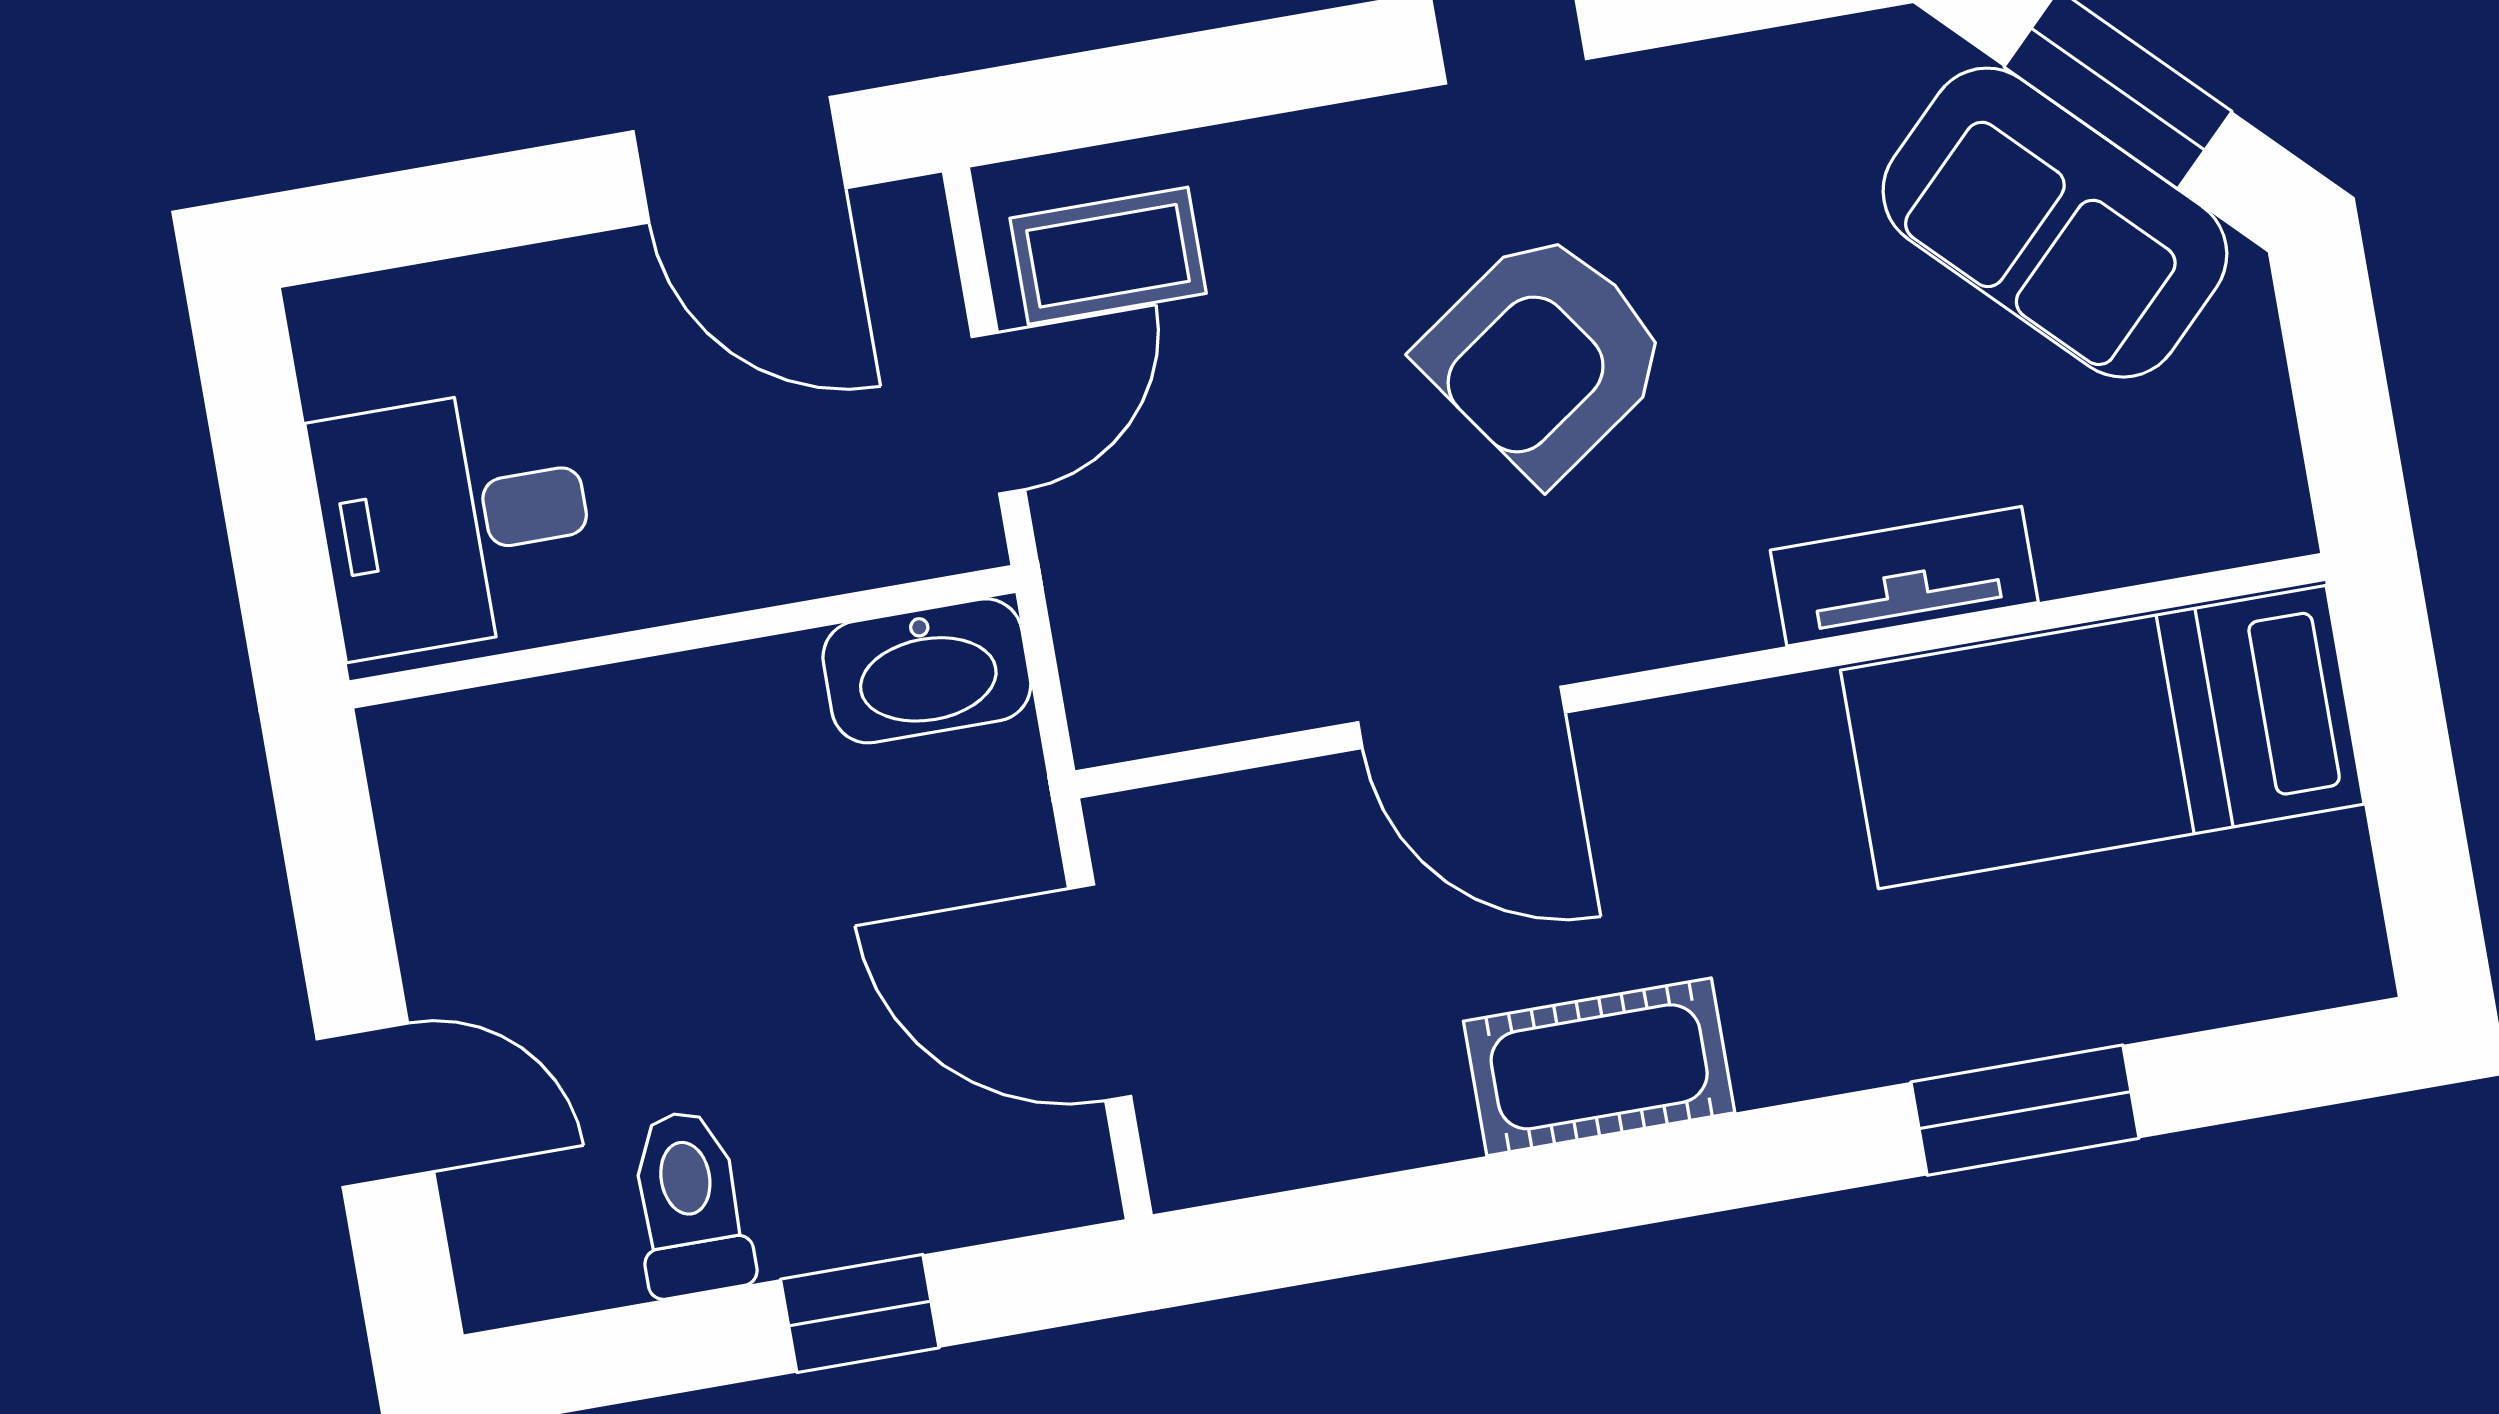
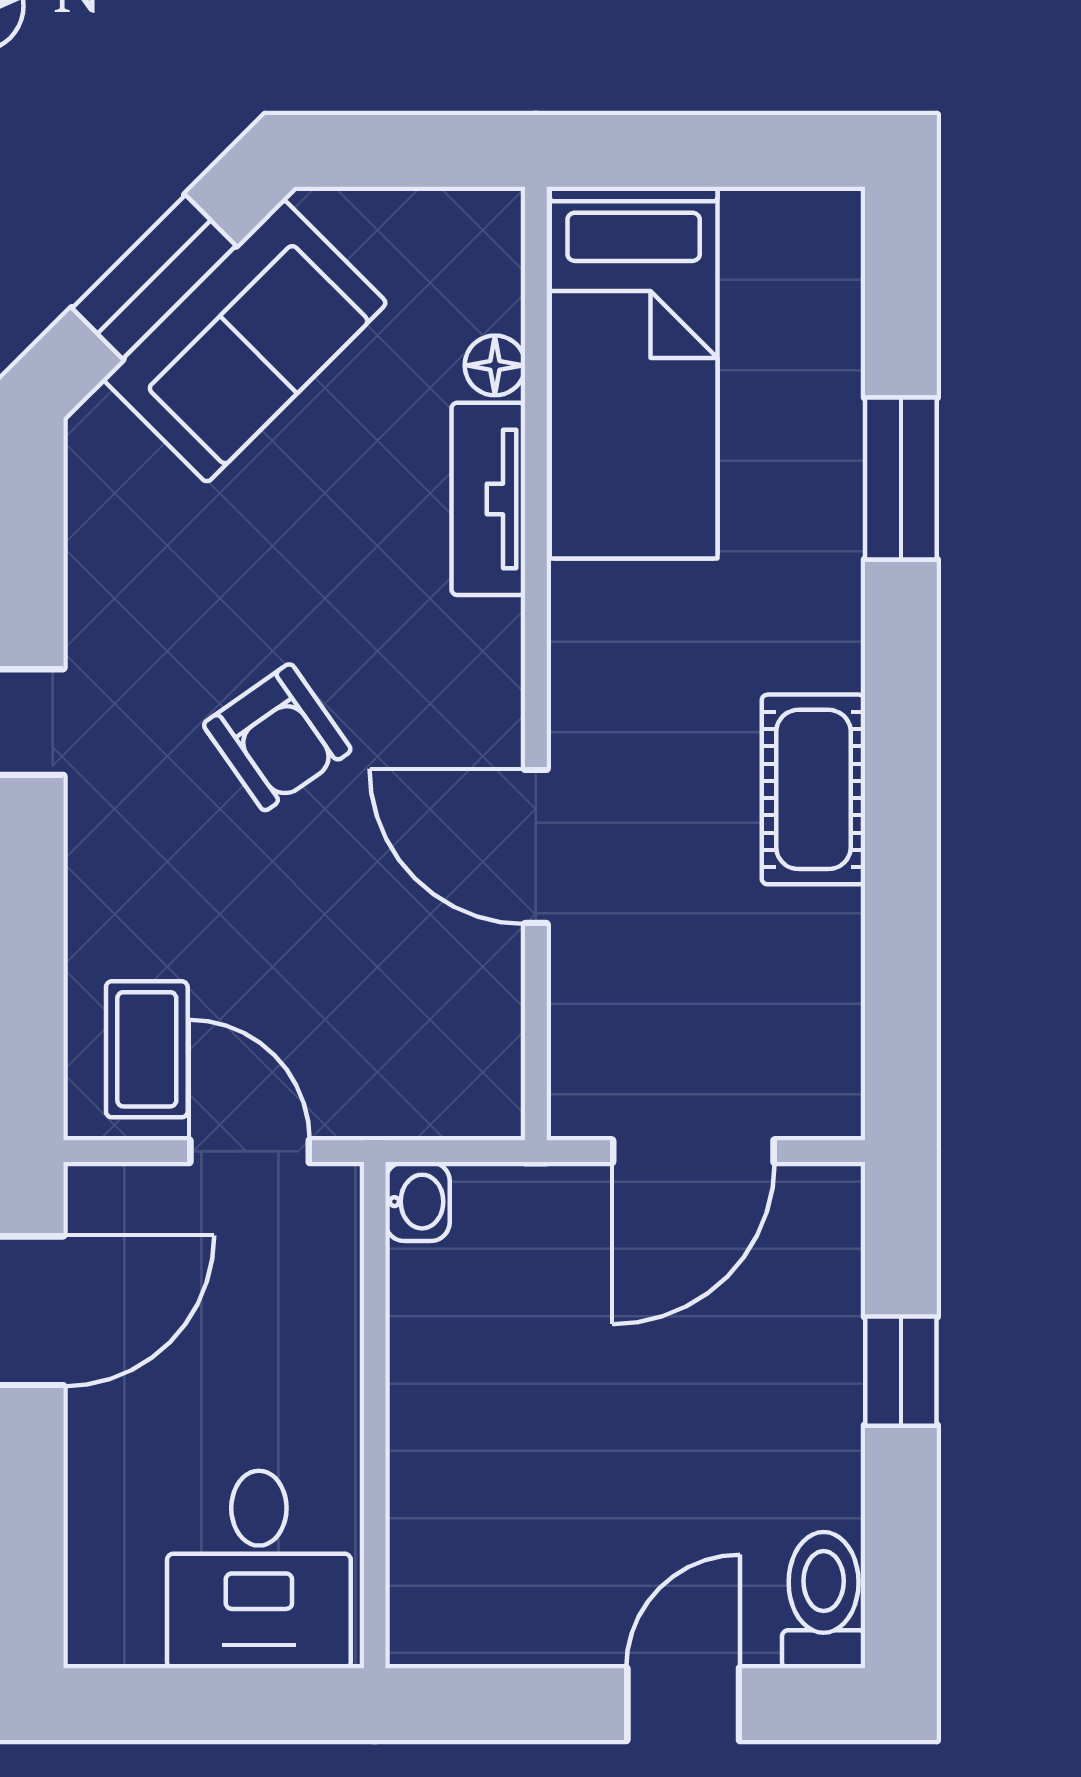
armchair: (1545, 355) -> (277, 737), width x0.72, depth x0.72
floor lamp: (2080, 554) -> (495, 365), added
washbasin: (927, 671) -> (418, 1202), width x0.52, depth x0.69
door: (1462, 717) -> (536, 846), swing flipped
toilet: (690, 1203) -> (824, 1600), moved, turned 90

